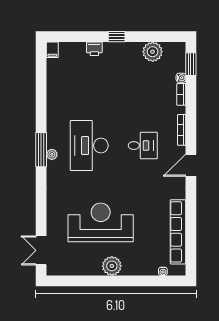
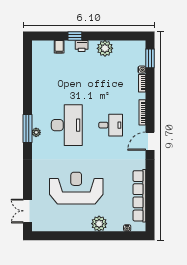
window: (117, 37) -> (75, 36), moved
printer: (94, 49) -> (82, 46), moved
filing cabinet: (52, 50) -> (59, 47), moved
plant: (153, 52) -> (105, 48), moved
desk: (89, 146) -> (67, 125), turned 180
plant: (112, 266) -> (99, 224), moved

